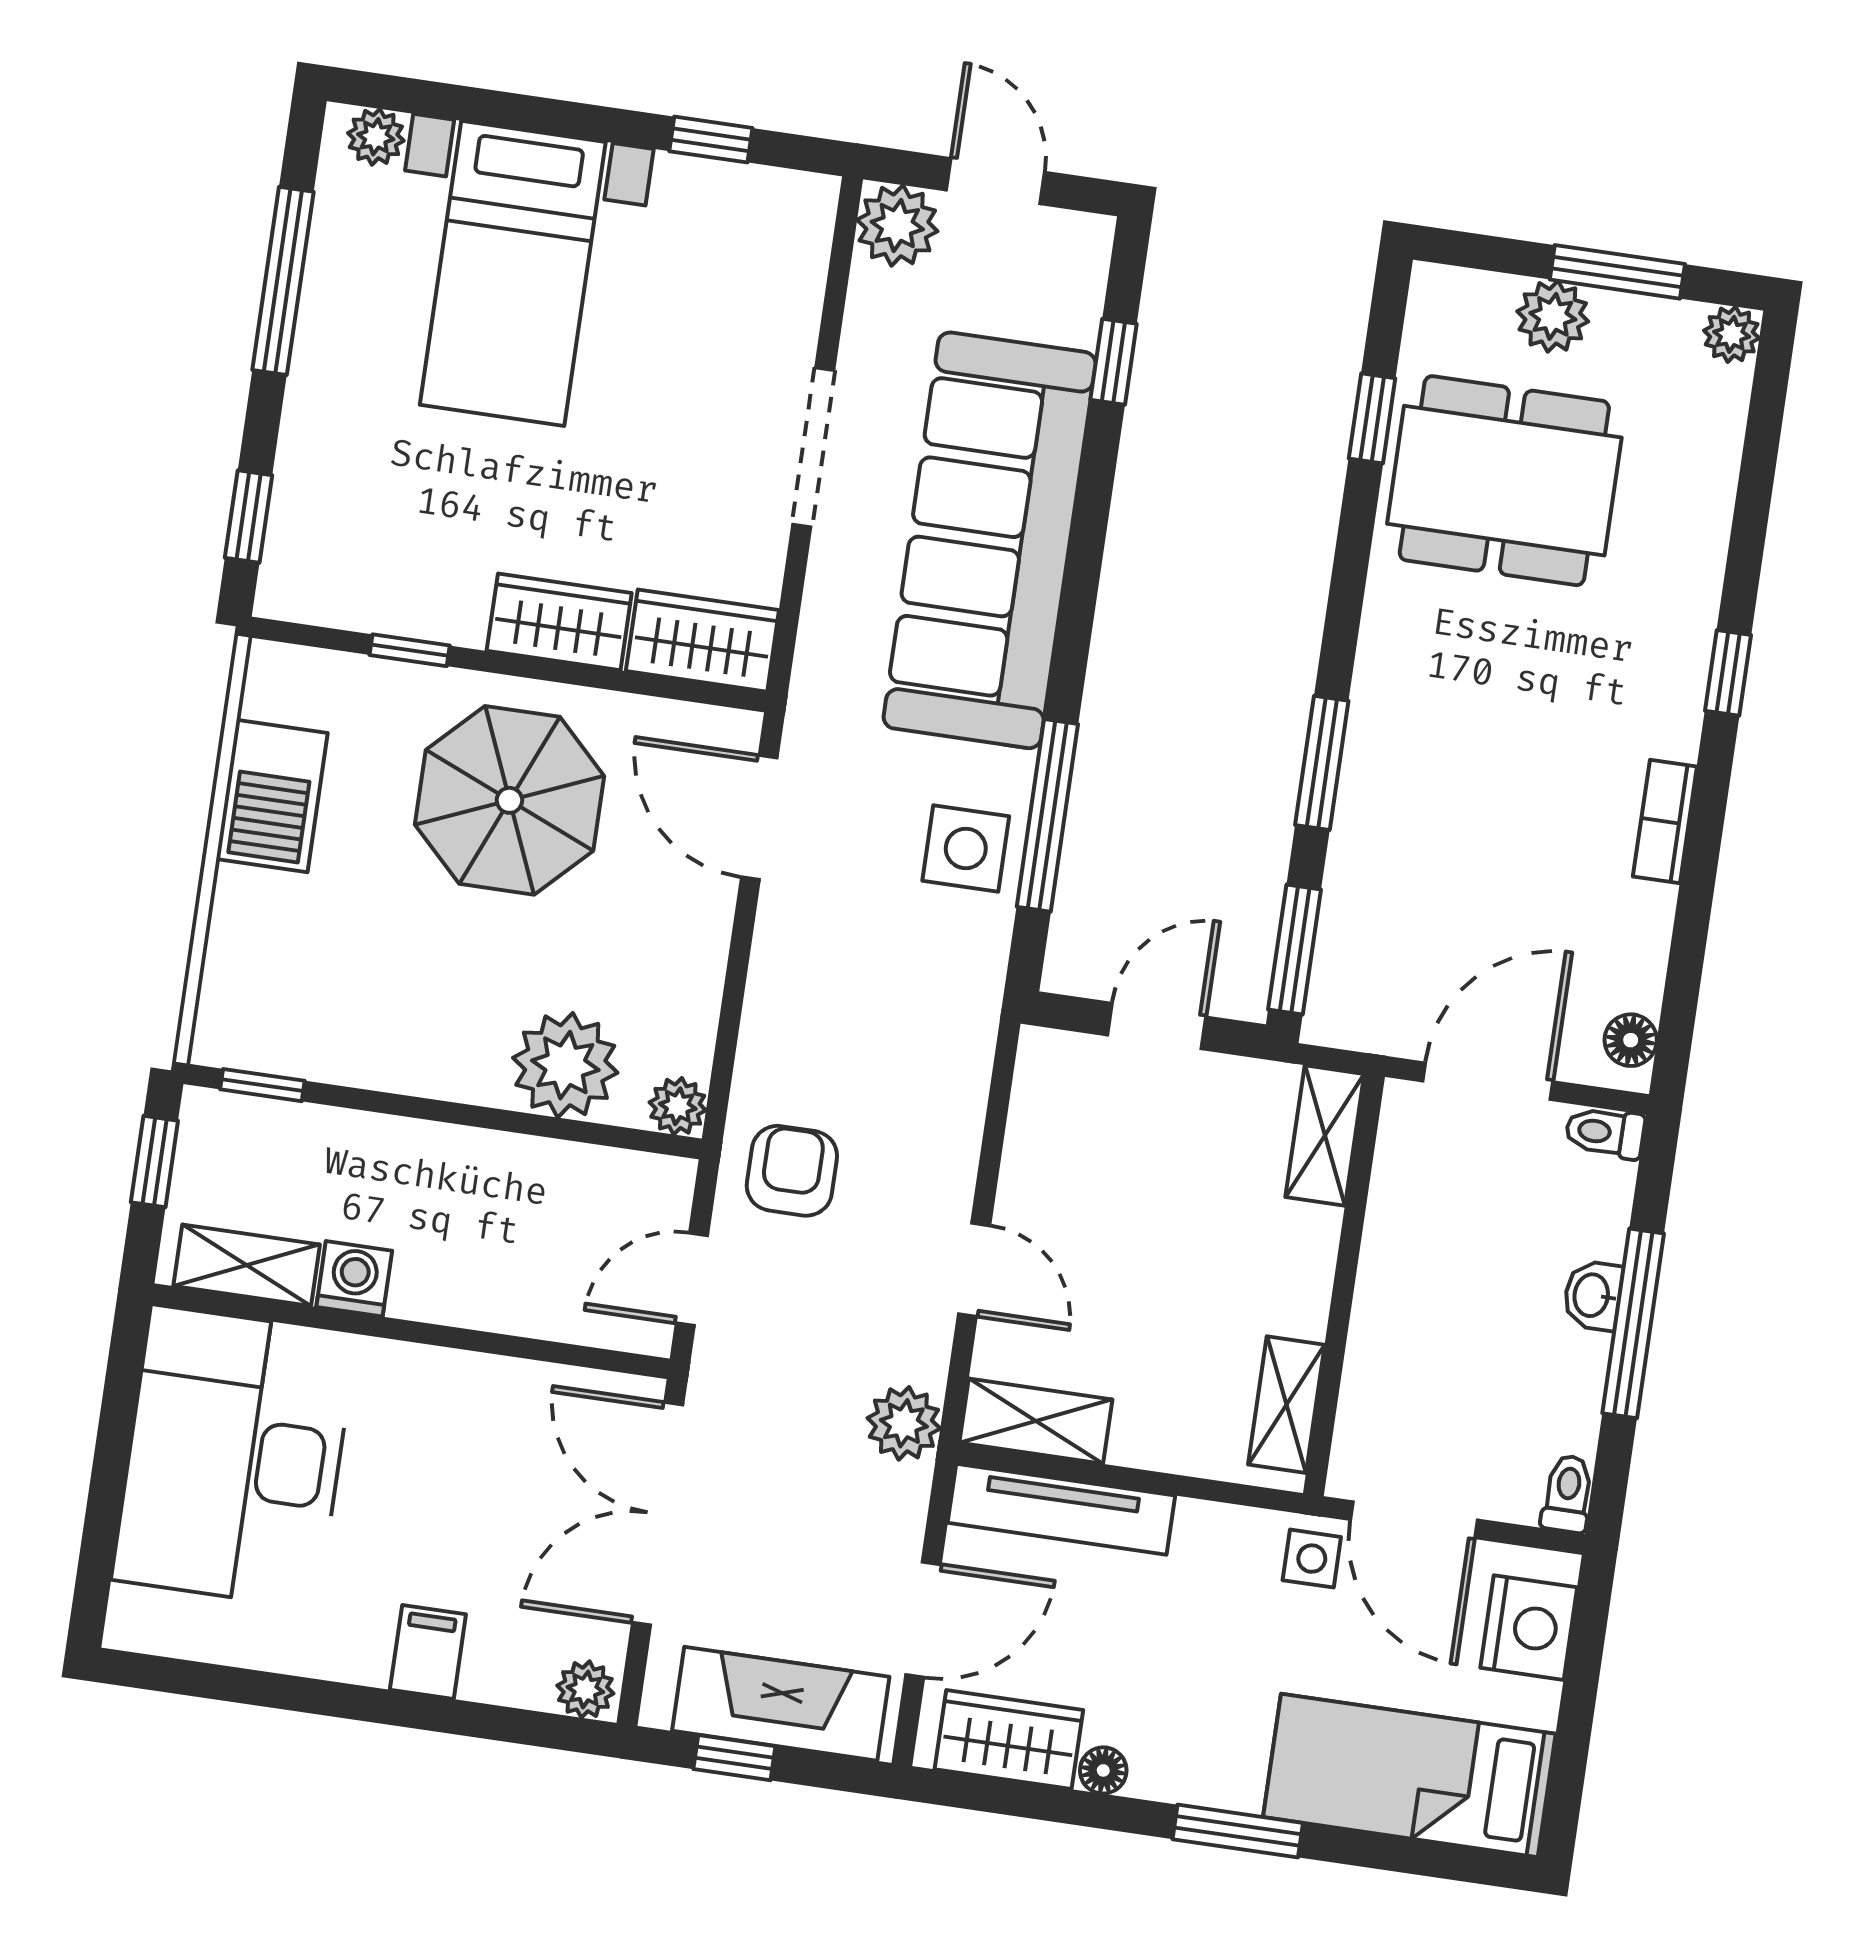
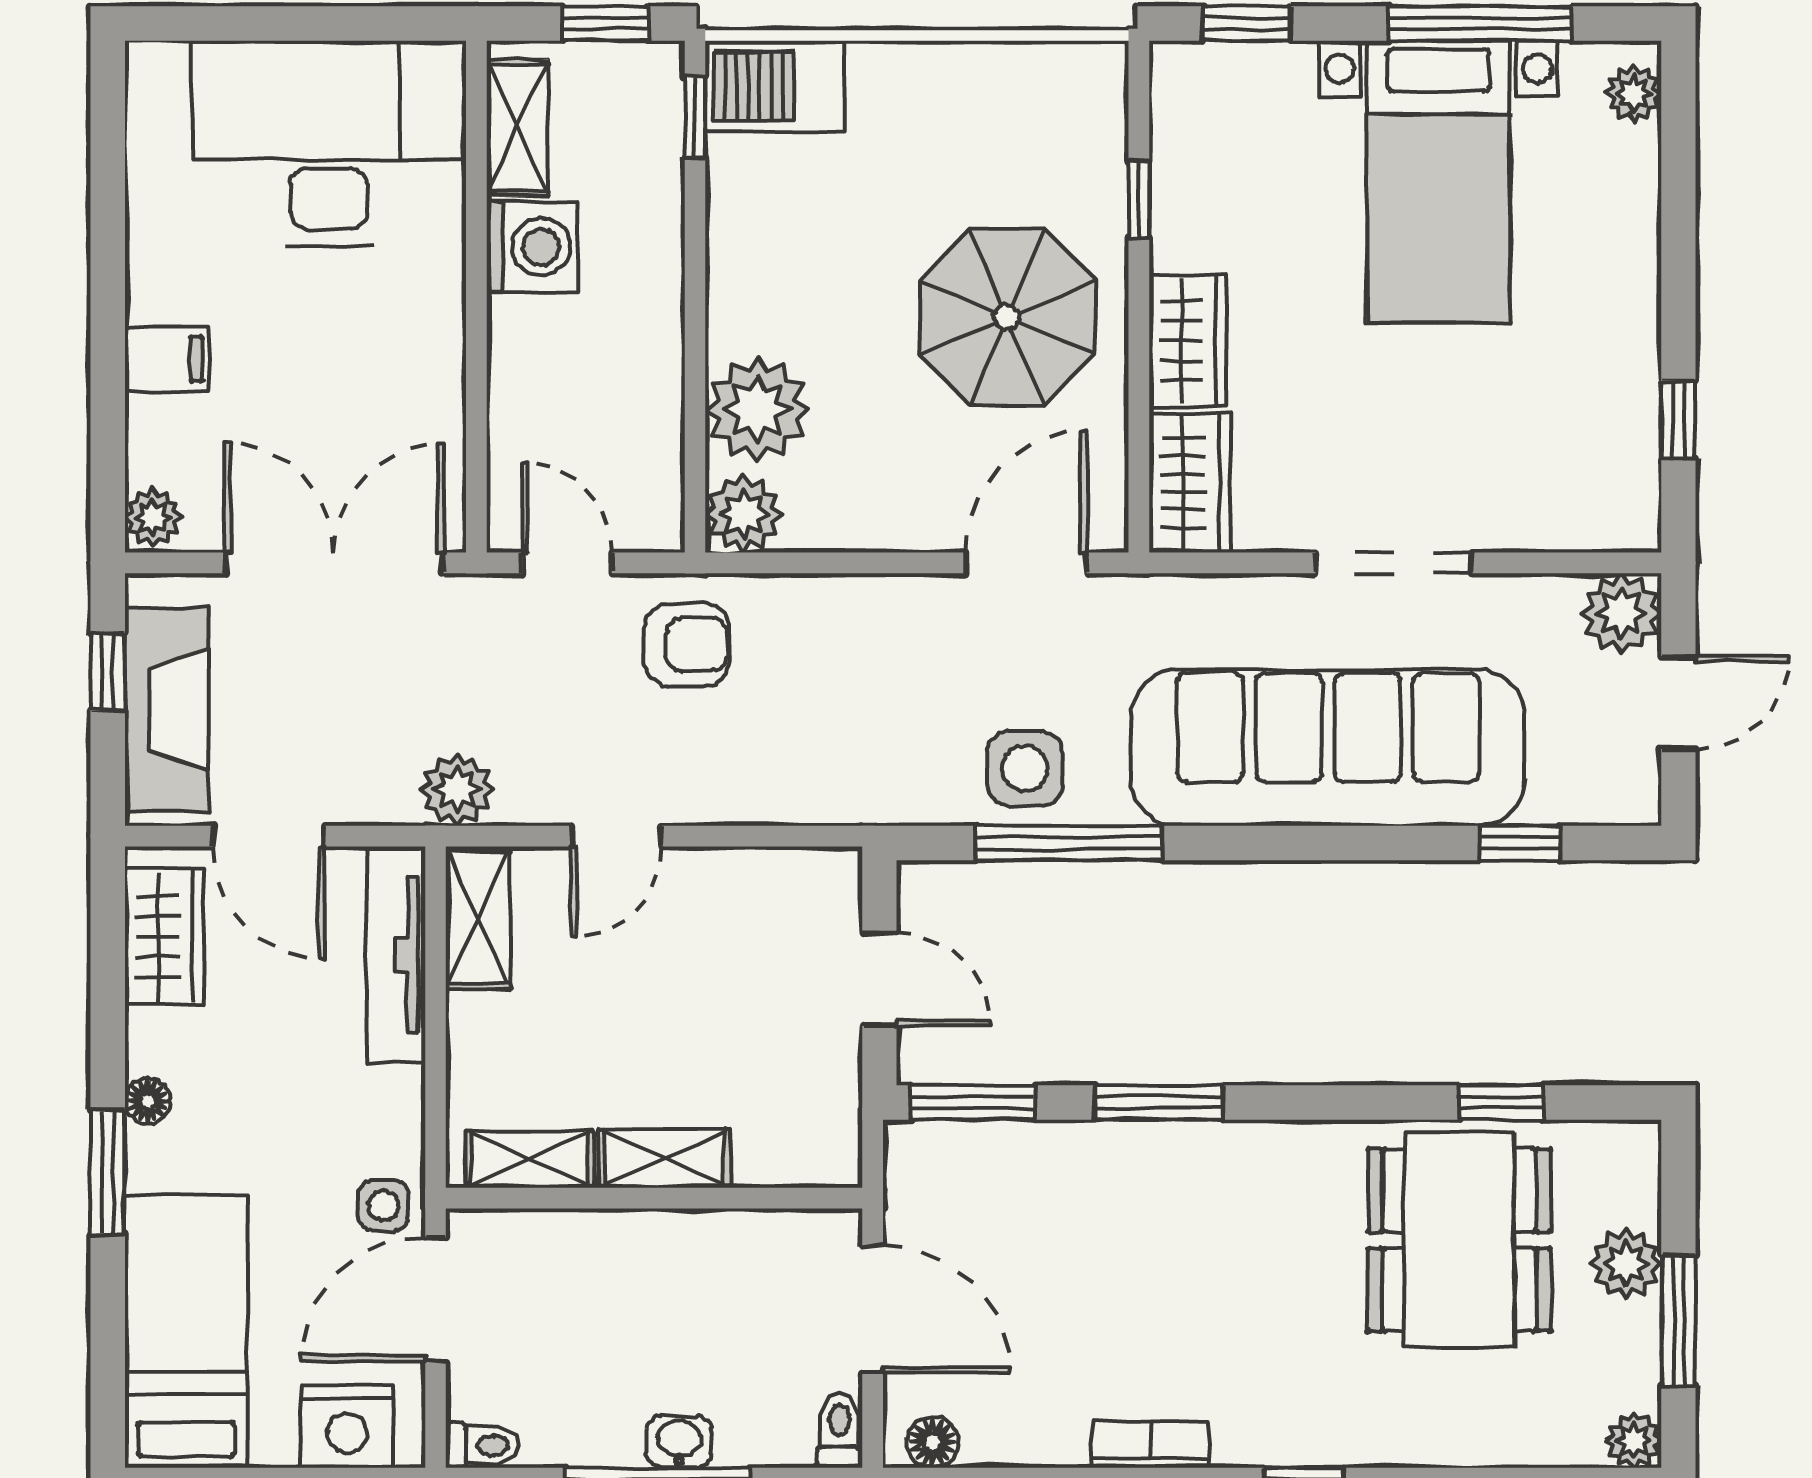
bed with nightstands: (513, 273) -> (1438, 182), moved, turned -90
barbecue: (272, 796) -> (775, 86), moved
plant: (678, 1106) -> (744, 514), width x1.38, depth x1.38
shelving: (1325, 1135) -> (664, 1158), moved
washing machine: (354, 1279) -> (532, 247), width x1.38, depth x1.38
floor lamp: (1103, 1770) -> (148, 1101), moved

